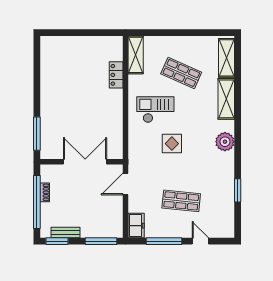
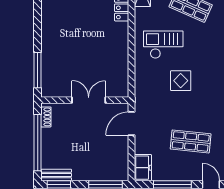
double door: (85, 162) -> (89, 100), width x0.73
shoe rack: (45, 192) -> (46, 117), moved
bench: (65, 232) -> (56, 175), moved

